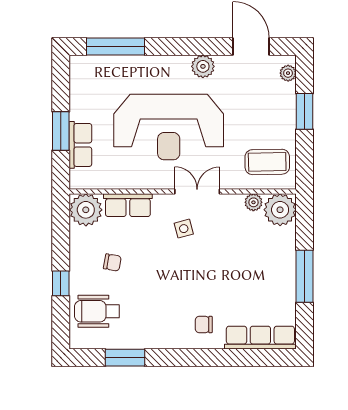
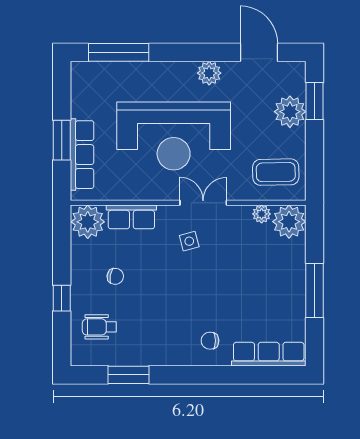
plant: (288, 73) -> (290, 112), moved, width x1.88, depth x1.88
window: (305, 111) -> (314, 101), moved
row of seats: (80, 145) -> (82, 155), width x1.48
wheelchair: (97, 311) -> (99, 327), width x0.73, depth x0.73

